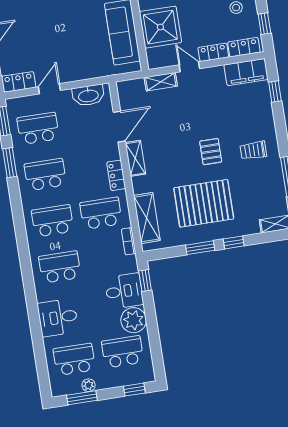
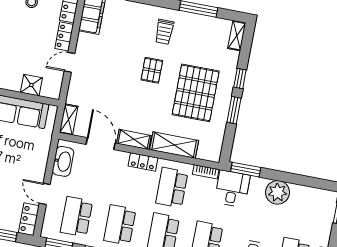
shower: (160, 27) -> (31, 85), width x0.54, depth x0.54
shelving: (161, 82) -> (69, 119), moved
pallet: (211, 152) -> (152, 70), turned 90
shelving: (147, 218) -> (174, 145), moved
window: (145, 280) -> (246, 170), width x1.50
desk: (124, 291) -> (232, 189), moved
school desk: (123, 352) -> (302, 212), removed

